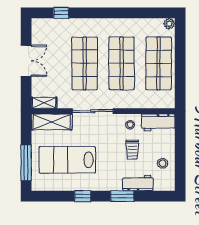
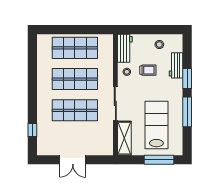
plant: (169, 24) -> (41, 39), removed
double door: (26, 61) -> (73, 160), swing flipped
shelving: (44, 103) -> (108, 145), removed
lab bench: (67, 160) -> (156, 125), turned 180
window: (83, 196) -> (187, 112), width x2.17

